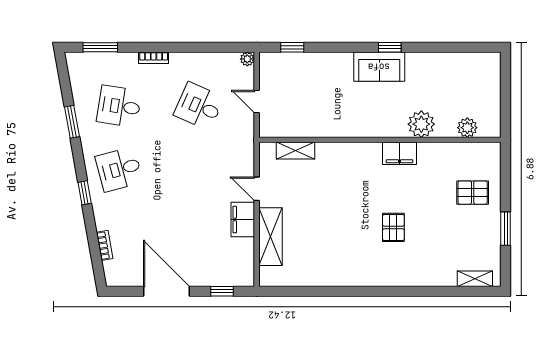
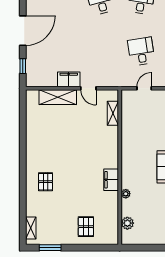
desk: (199, 106) -> (141, 51), turned -33
plant: (421, 124) -> (126, 194), width x0.53, depth x0.53
door: (257, 189) -> (88, 88), swing flipped
pallet: (393, 227) -> (46, 182), moved, turned 90
window: (506, 229) -> (50, 248), moved

